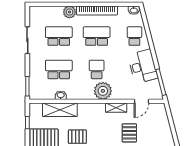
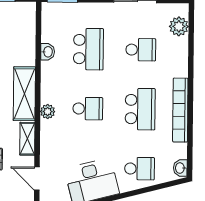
plant: (69, 12) -> (179, 26), moved
school desk: (59, 36) -> (141, 50), width x0.54
plant: (103, 91) -> (48, 112), width x0.53, depth x0.53
shelving: (60, 110) -> (24, 94), moved

